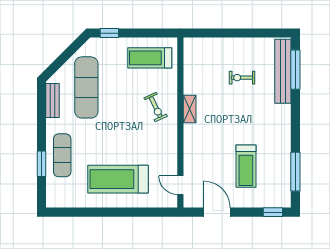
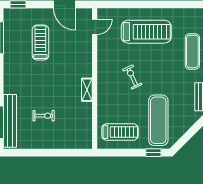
exercise mat: (86, 87) -> (158, 120), moved
exercise bike: (156, 107) -> (132, 77), moved
door: (180, 185) -> (95, 27), hinge flipped

